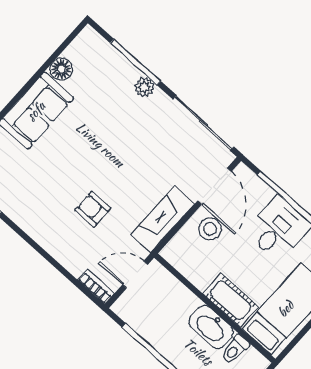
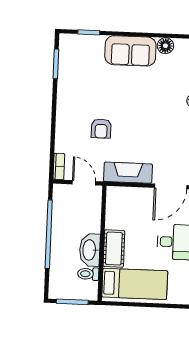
armchair: (93, 209) -> (101, 129), turned 180
stool: (210, 229) -> (145, 204), removed

